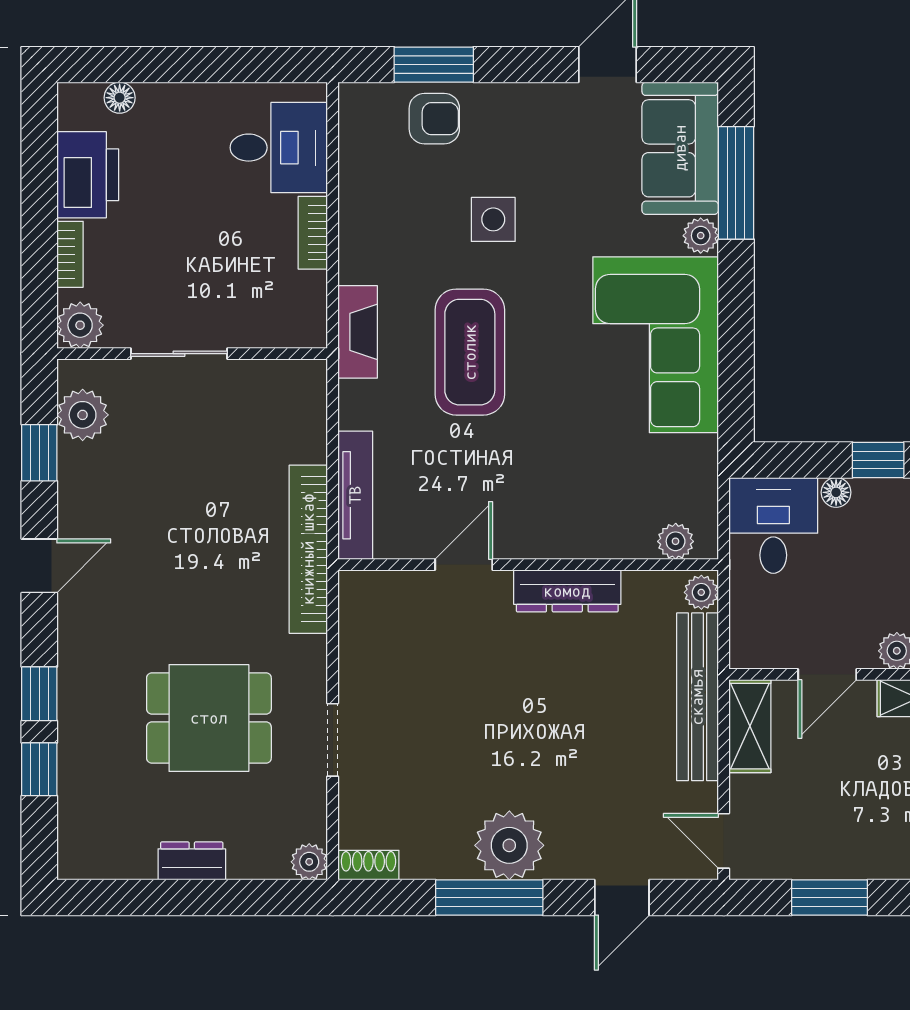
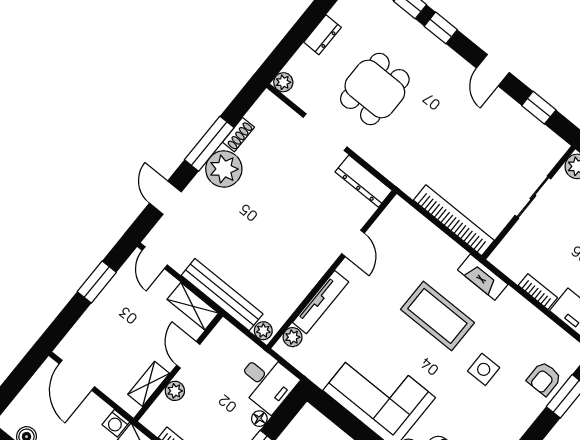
plant: (83, 415) -> (540, 138), removed
tv unit: (355, 495) -> (321, 302), moved, turned -90
bookcase: (308, 549) -> (454, 220), moved
dresser: (567, 591) -> (364, 181), moved, turned -90
doorway: (333, 740) -> (325, 132), width x1.38
door: (724, 841) -> (155, 258), swing flipped
shoe rack: (368, 865) -> (238, 135), moved

